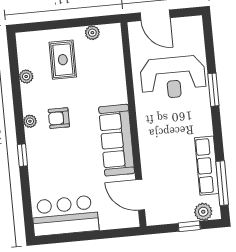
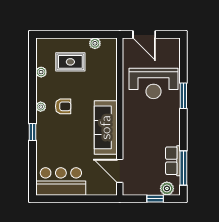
rug: (63, 60) -> (70, 62), turned 90
armchair: (59, 118) -> (63, 106), turned 180
row of seats: (207, 166) -> (173, 161), width x0.68

